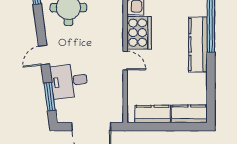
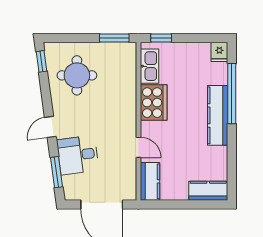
door: (125, 61) -> (138, 147), moved
kitchen counter: (153, 114) -> (150, 181), moved, turned 90

